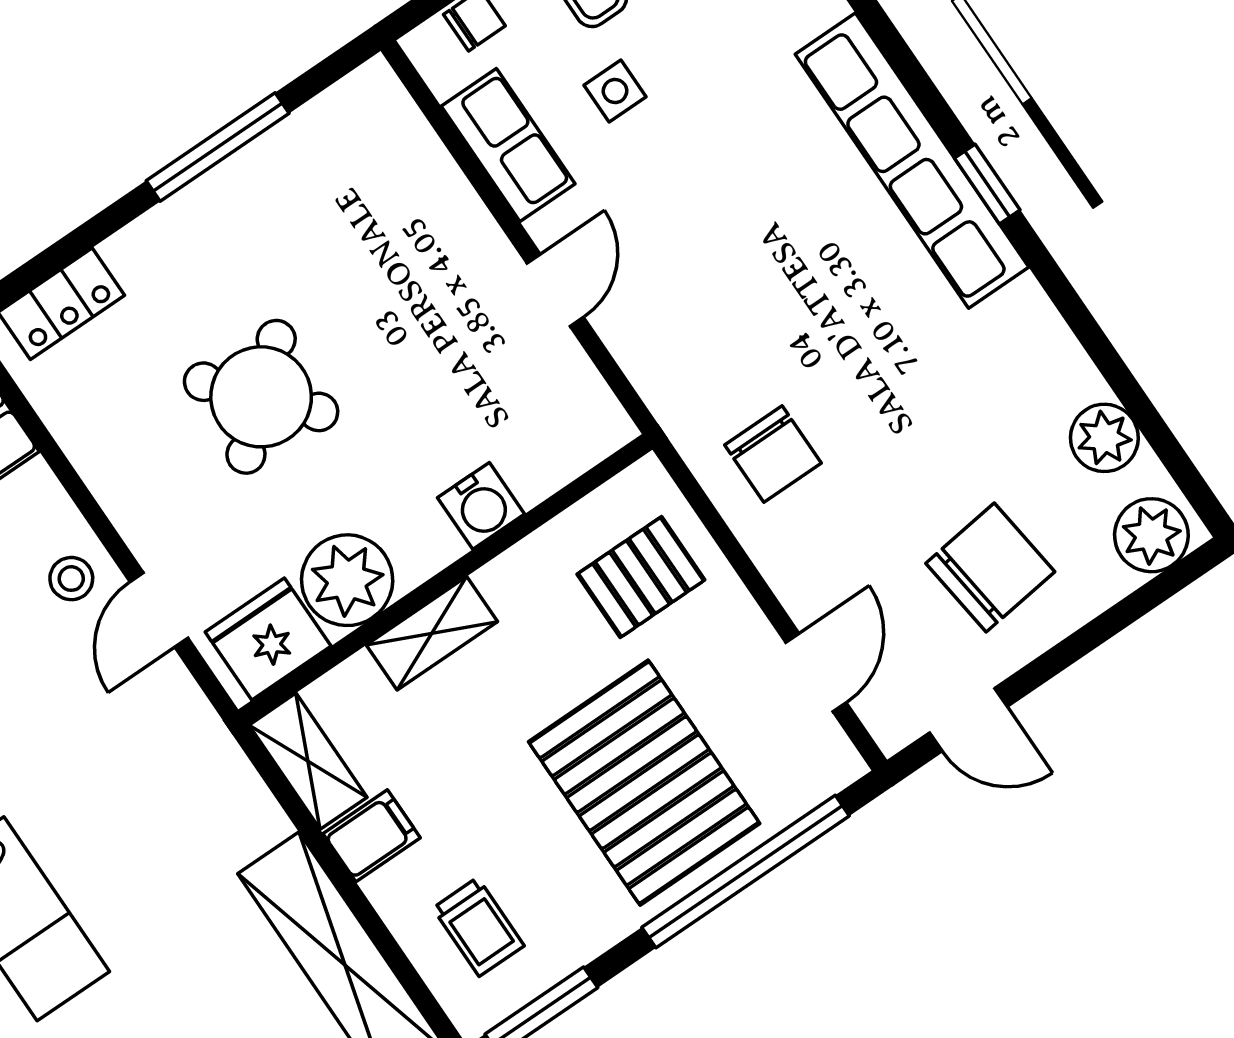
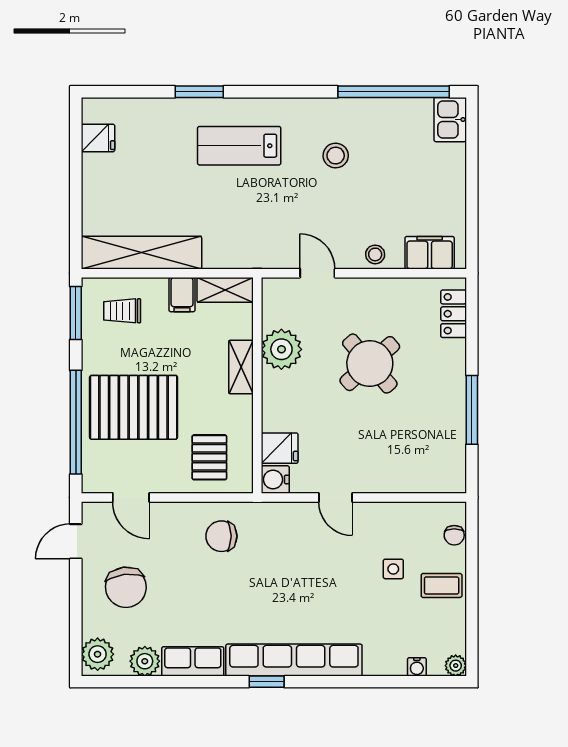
row of seats: (508, 145) -> (193, 661), moved, turned 180
water cooler: (481, 506) -> (275, 479), moved
stool: (71, 579) -> (375, 254), moved
fridge: (268, 639) -> (280, 448), moved, width x0.72

